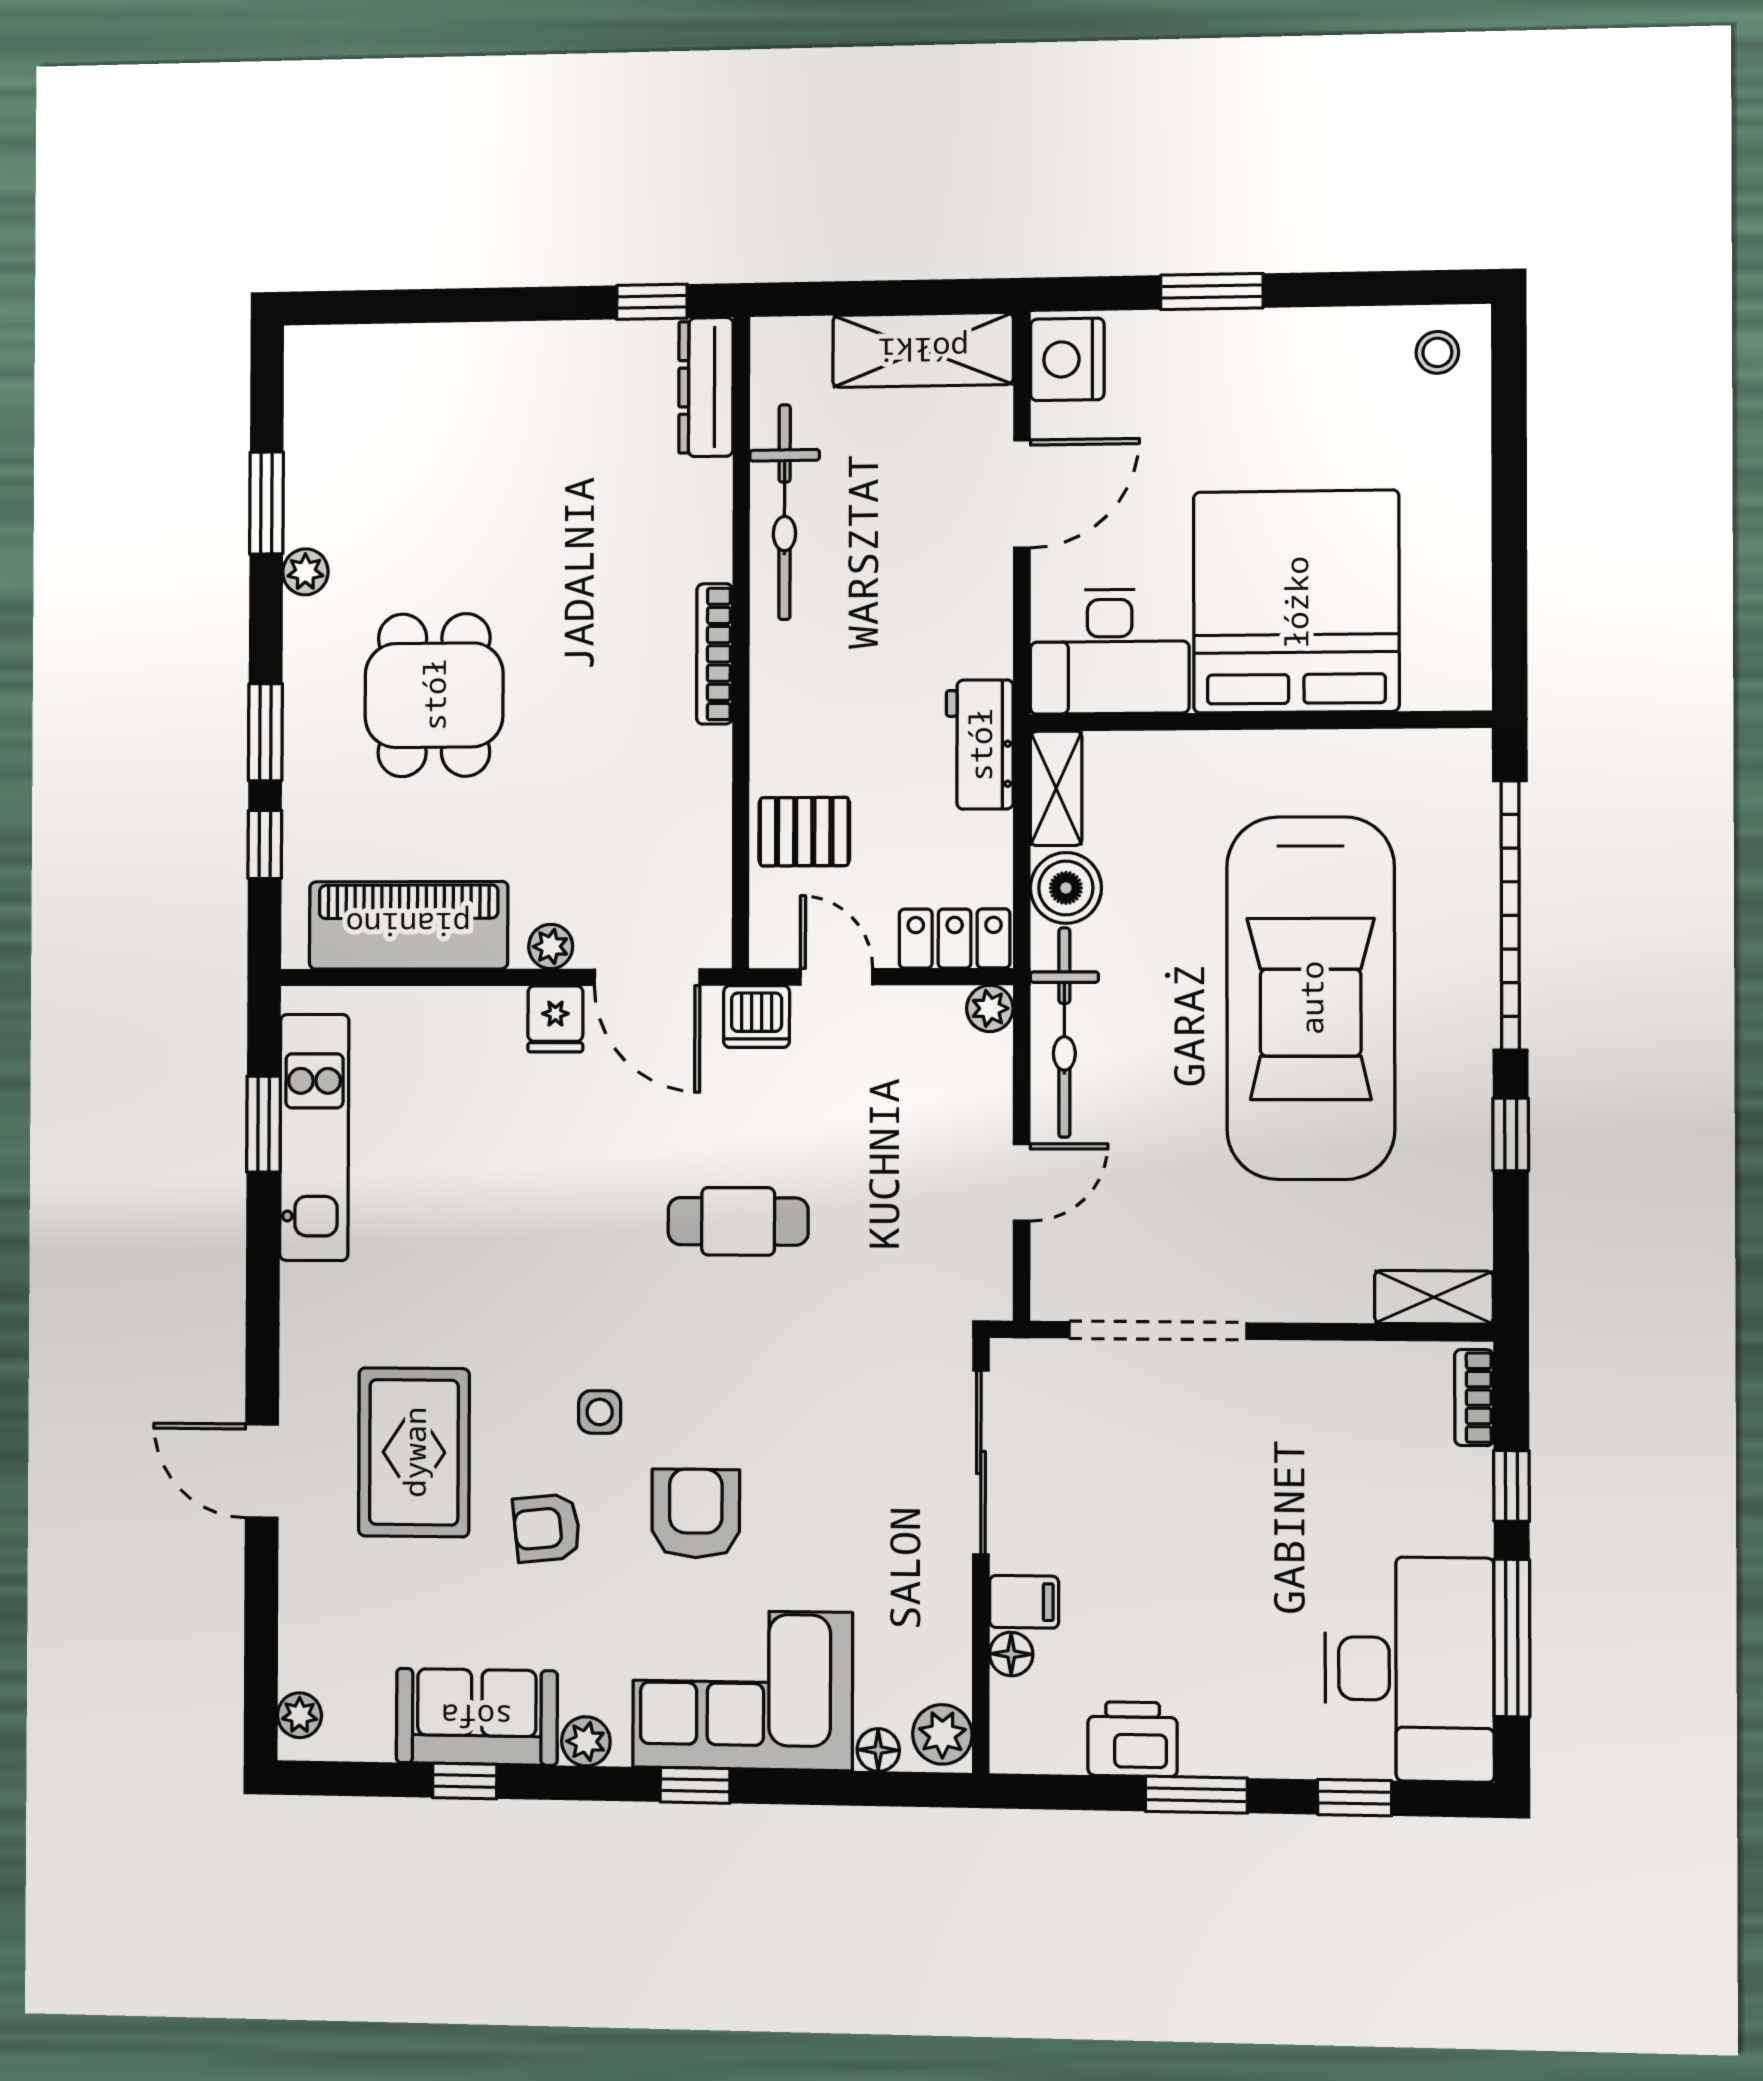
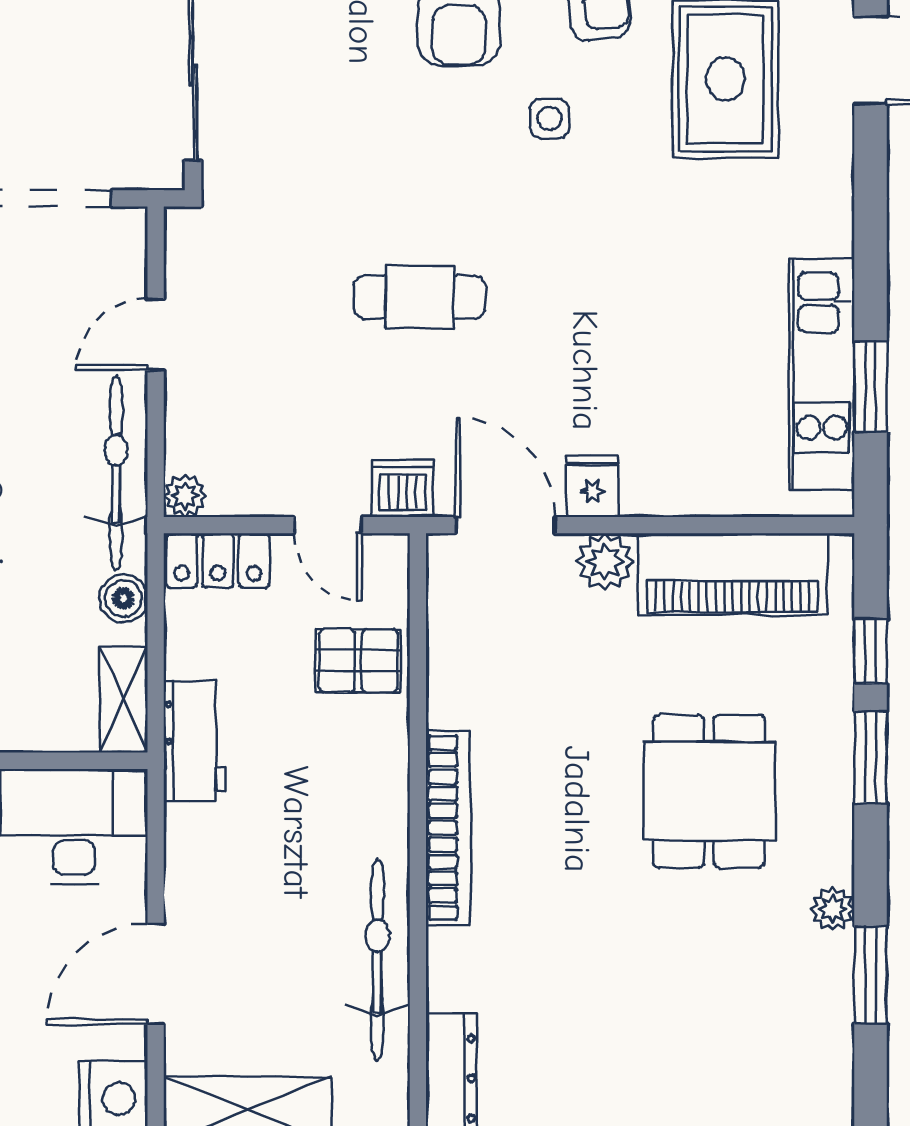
bookcase: (715, 654) -> (448, 828), width x1.48, depth x1.31
boiler: (1066, 888) -> (123, 598), width x0.73, depth x0.73
plant: (551, 946) -> (605, 562), width x1.38, depth x1.38

